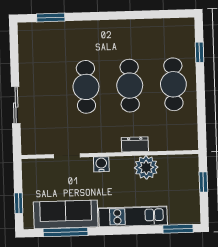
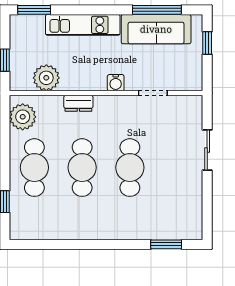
plant: (186, 130) -> (23, 117), added
plant: (146, 167) -> (46, 78), moved

